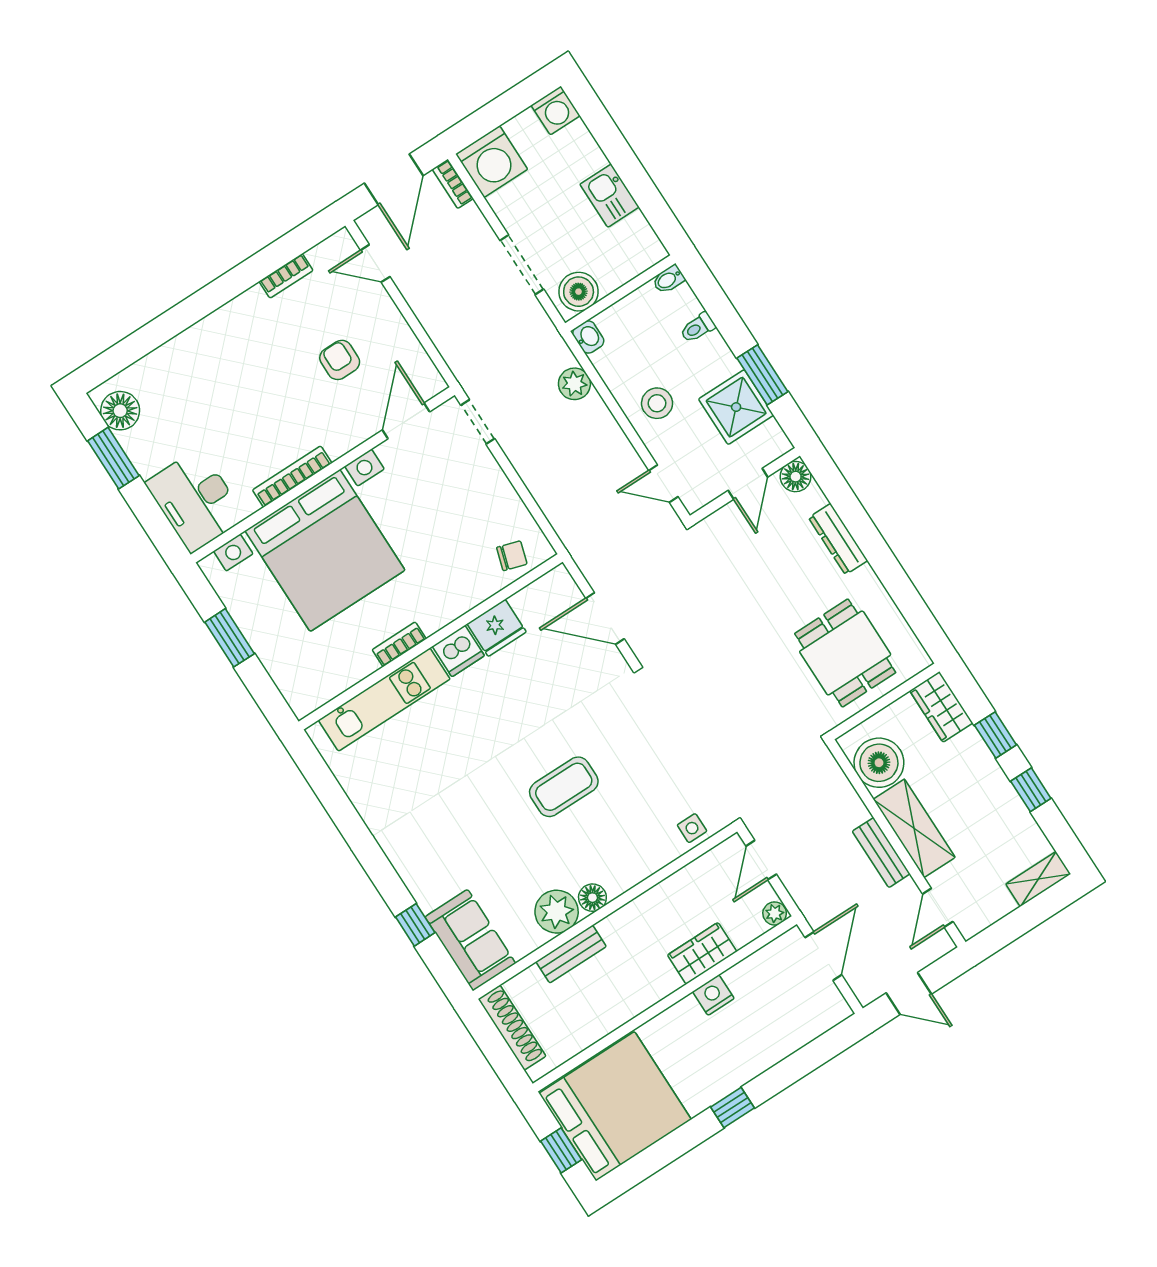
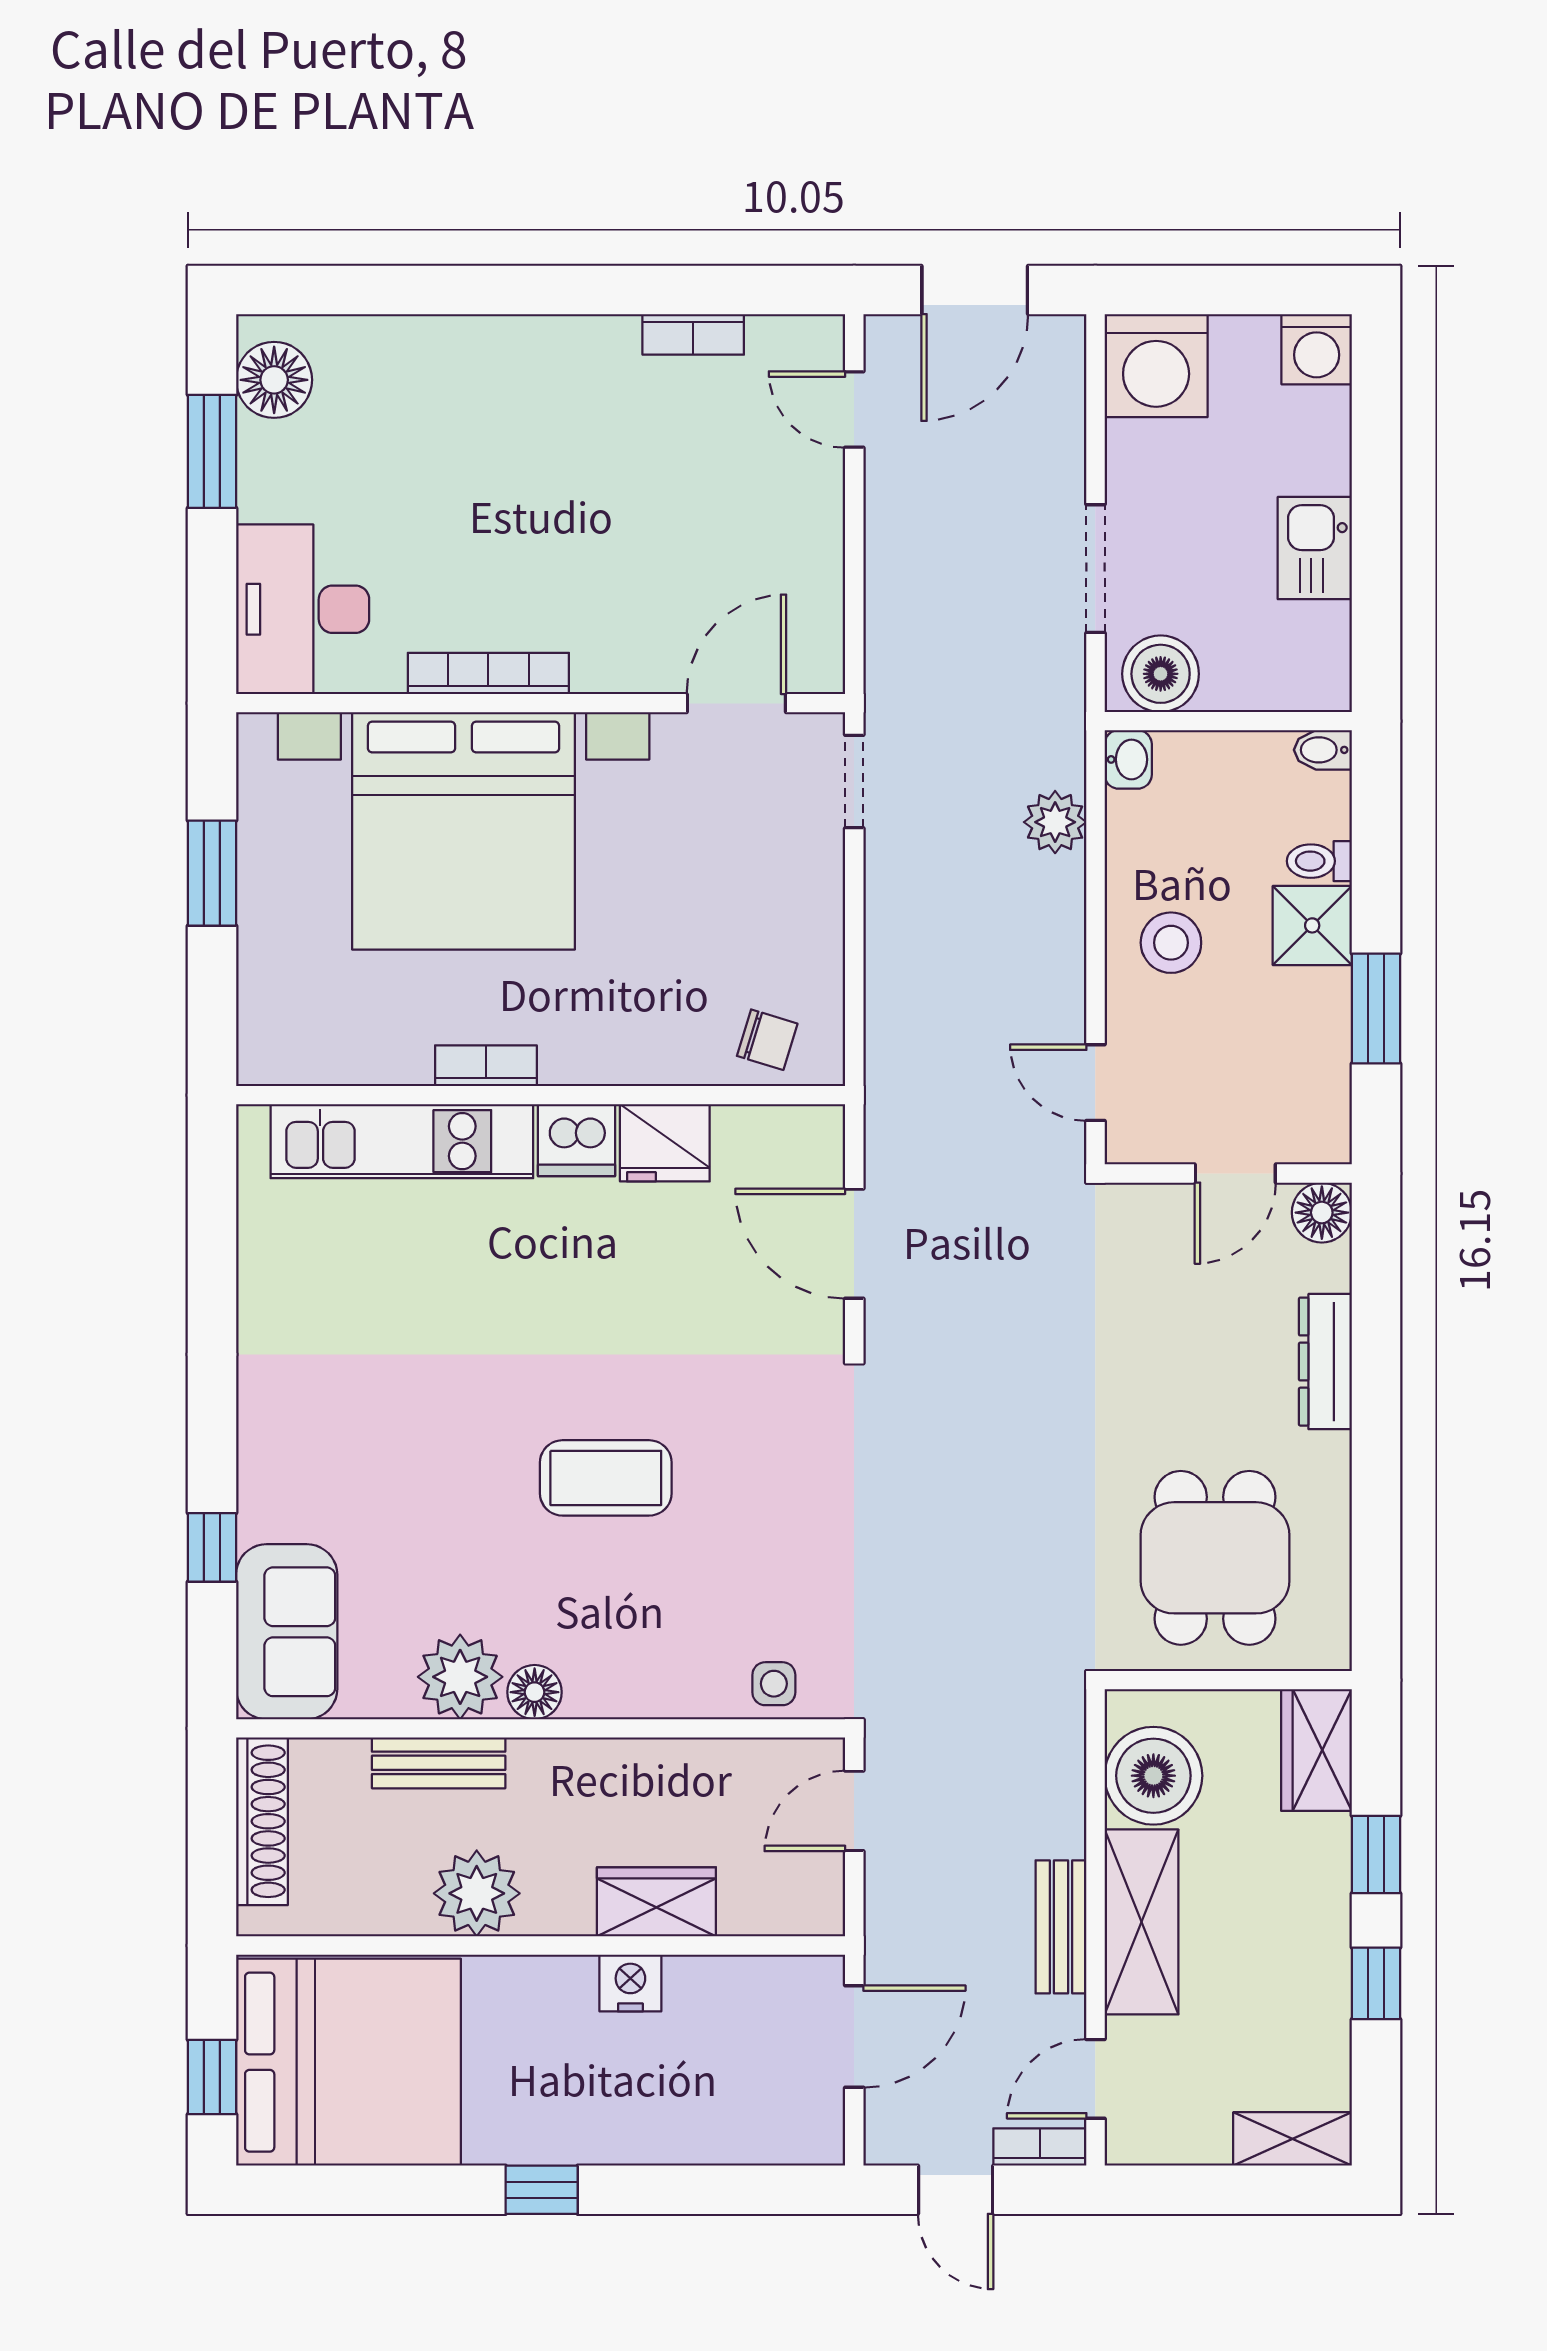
bookcase: (453, 184) -> (1040, 2147), moved, turned 90
armchair: (340, 360) -> (692, 531), removed
shower: (736, 407) -> (1312, 925), moved, width x0.73, depth x0.73
plant: (775, 913) -> (477, 1893), moved, width x1.87, depth x1.87

